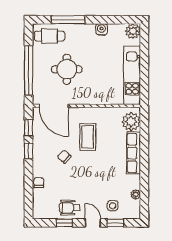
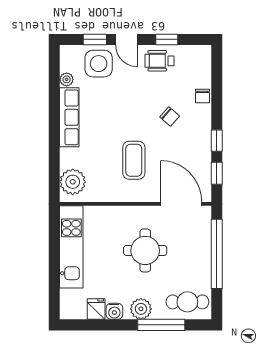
fridge: (115, 31) -> (96, 309), added
plant: (133, 31) -> (141, 309), moved
round table: (67, 69) -> (145, 250), moved
row of seats: (134, 153) -> (69, 117), moved
chair: (64, 157) -> (170, 116), moved
side table: (113, 206) -> (99, 64), width x1.87, depth x1.87
wheelchair: (69, 208) -> (159, 61), turned 180

